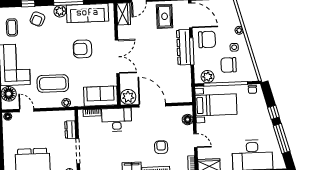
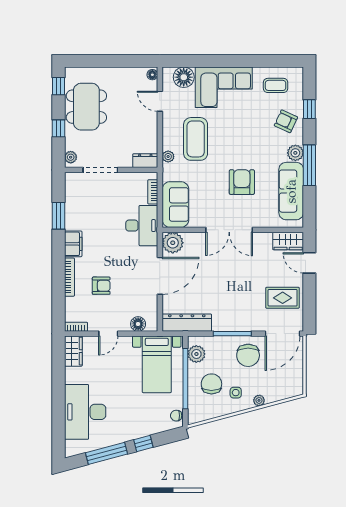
dresser: (184, 47) -> (187, 323), moved
door: (27, 110) -> (160, 101), swing flipped
dresser: (70, 130) -> (145, 161), moved

